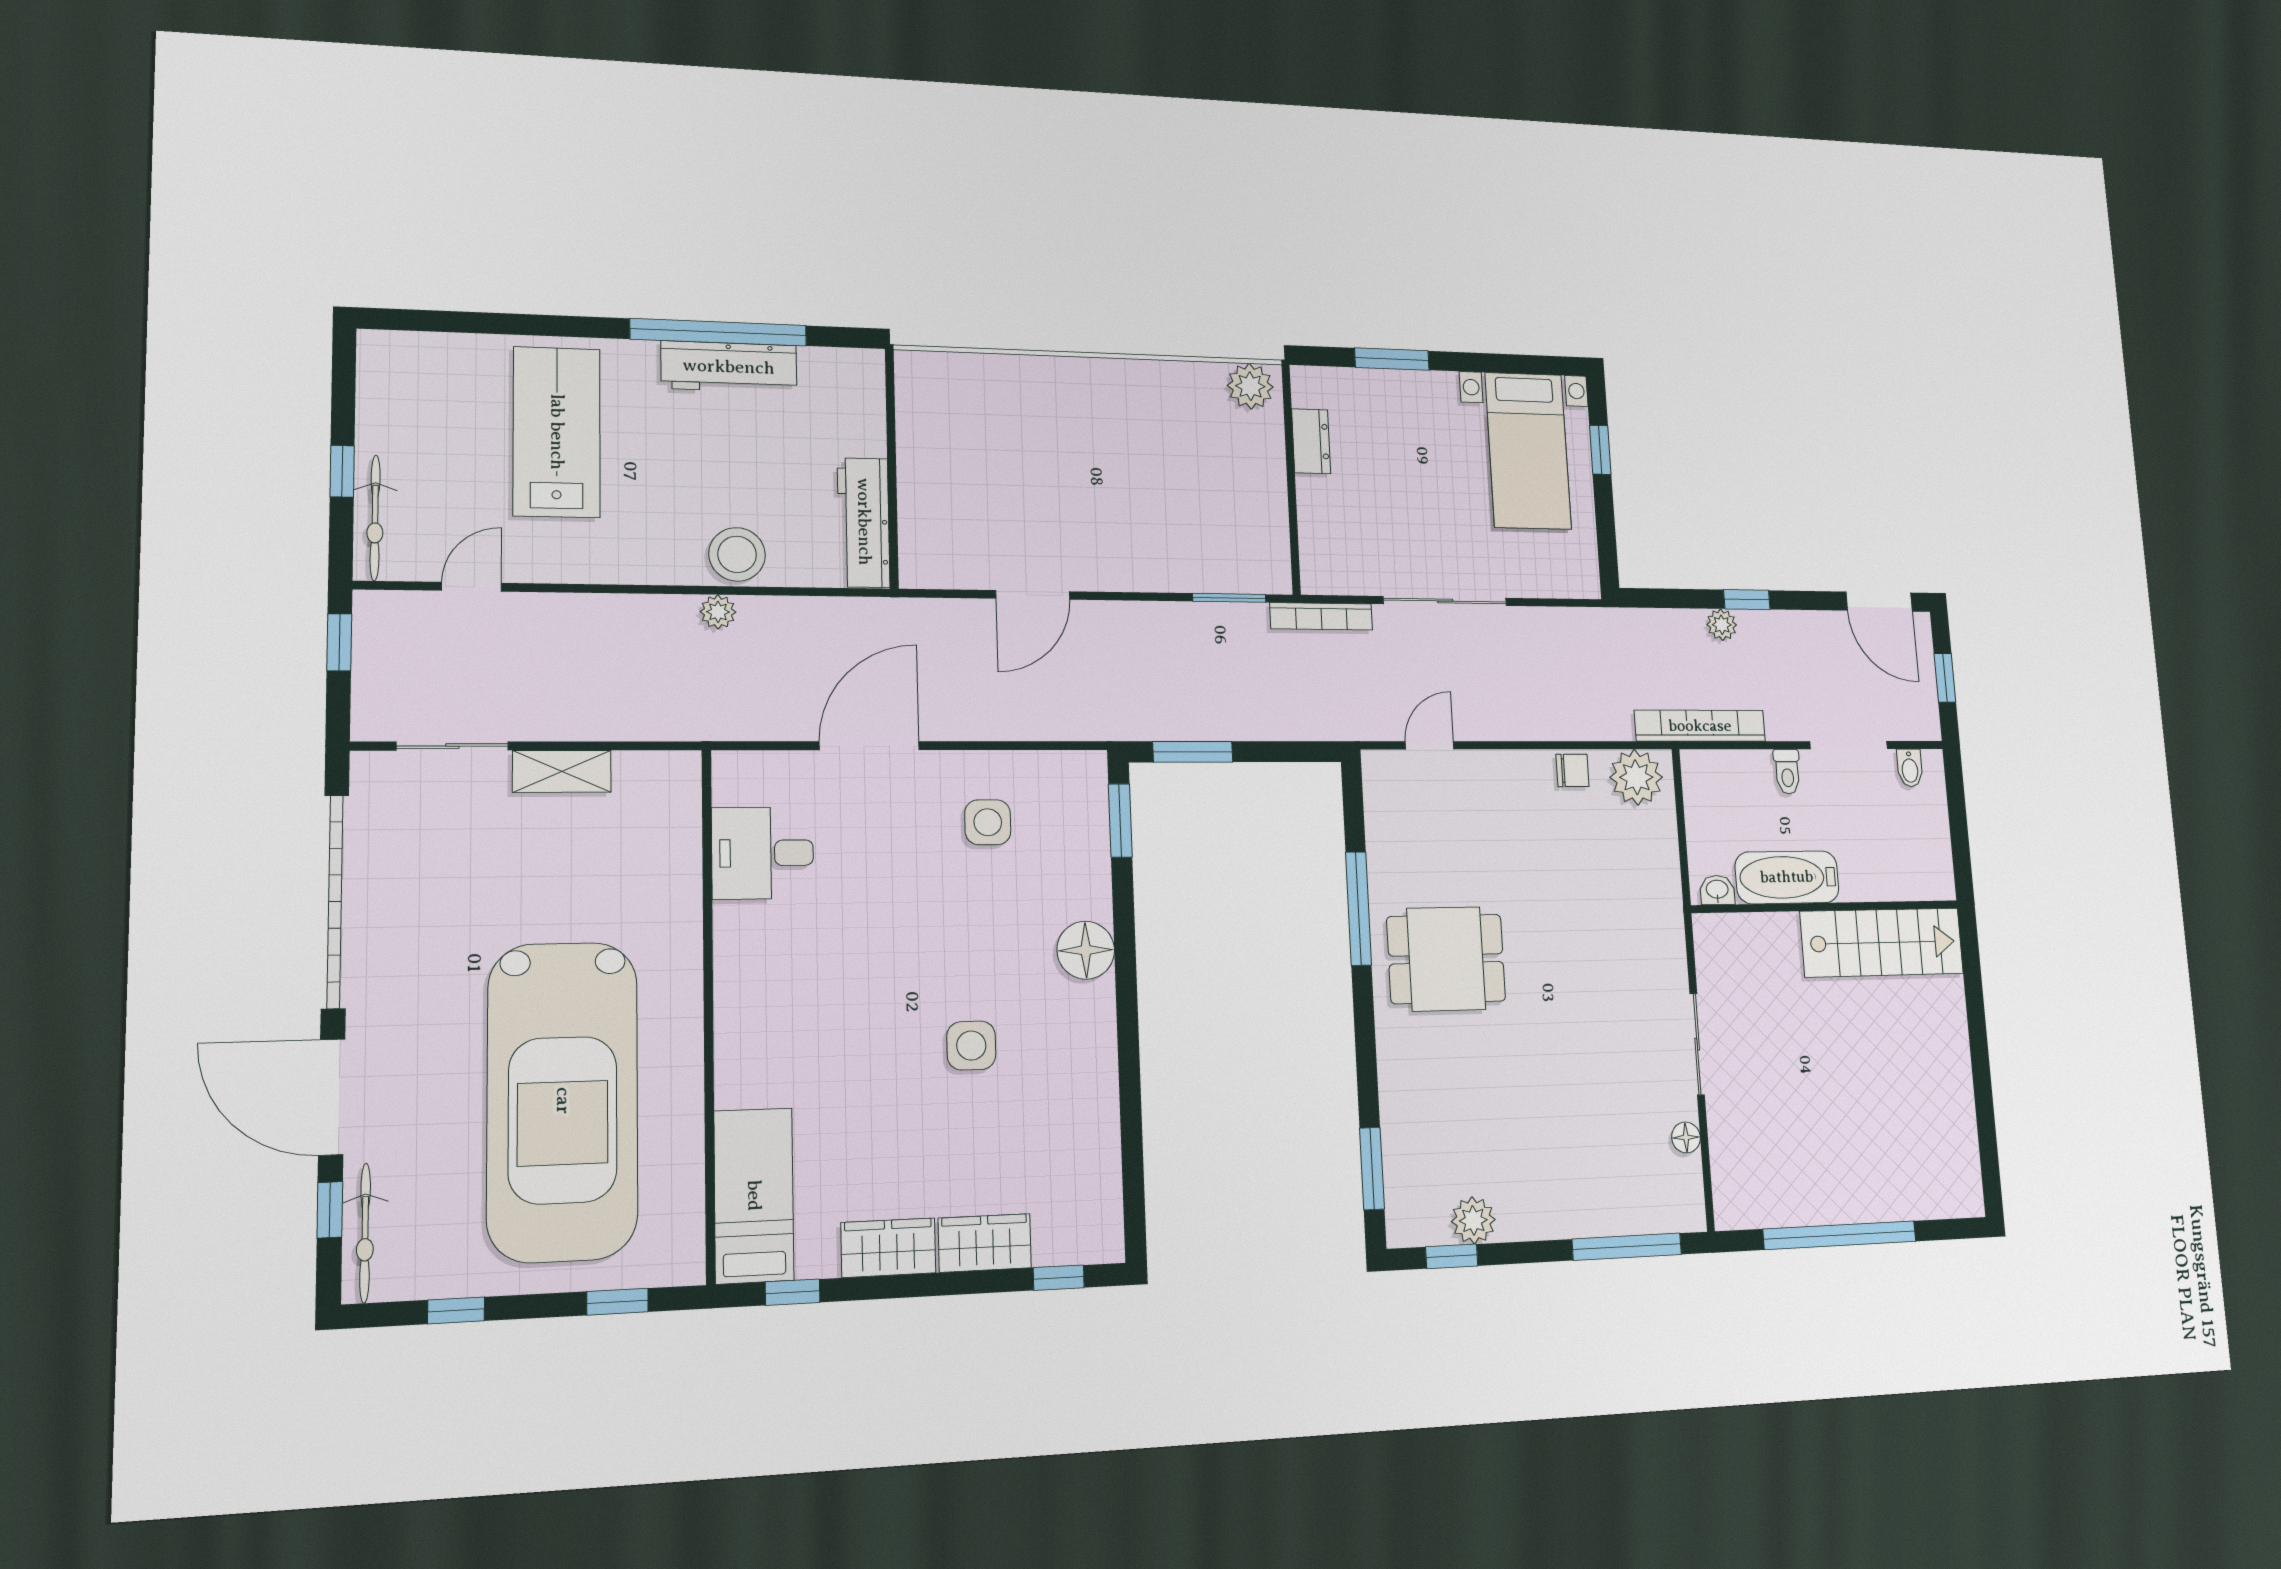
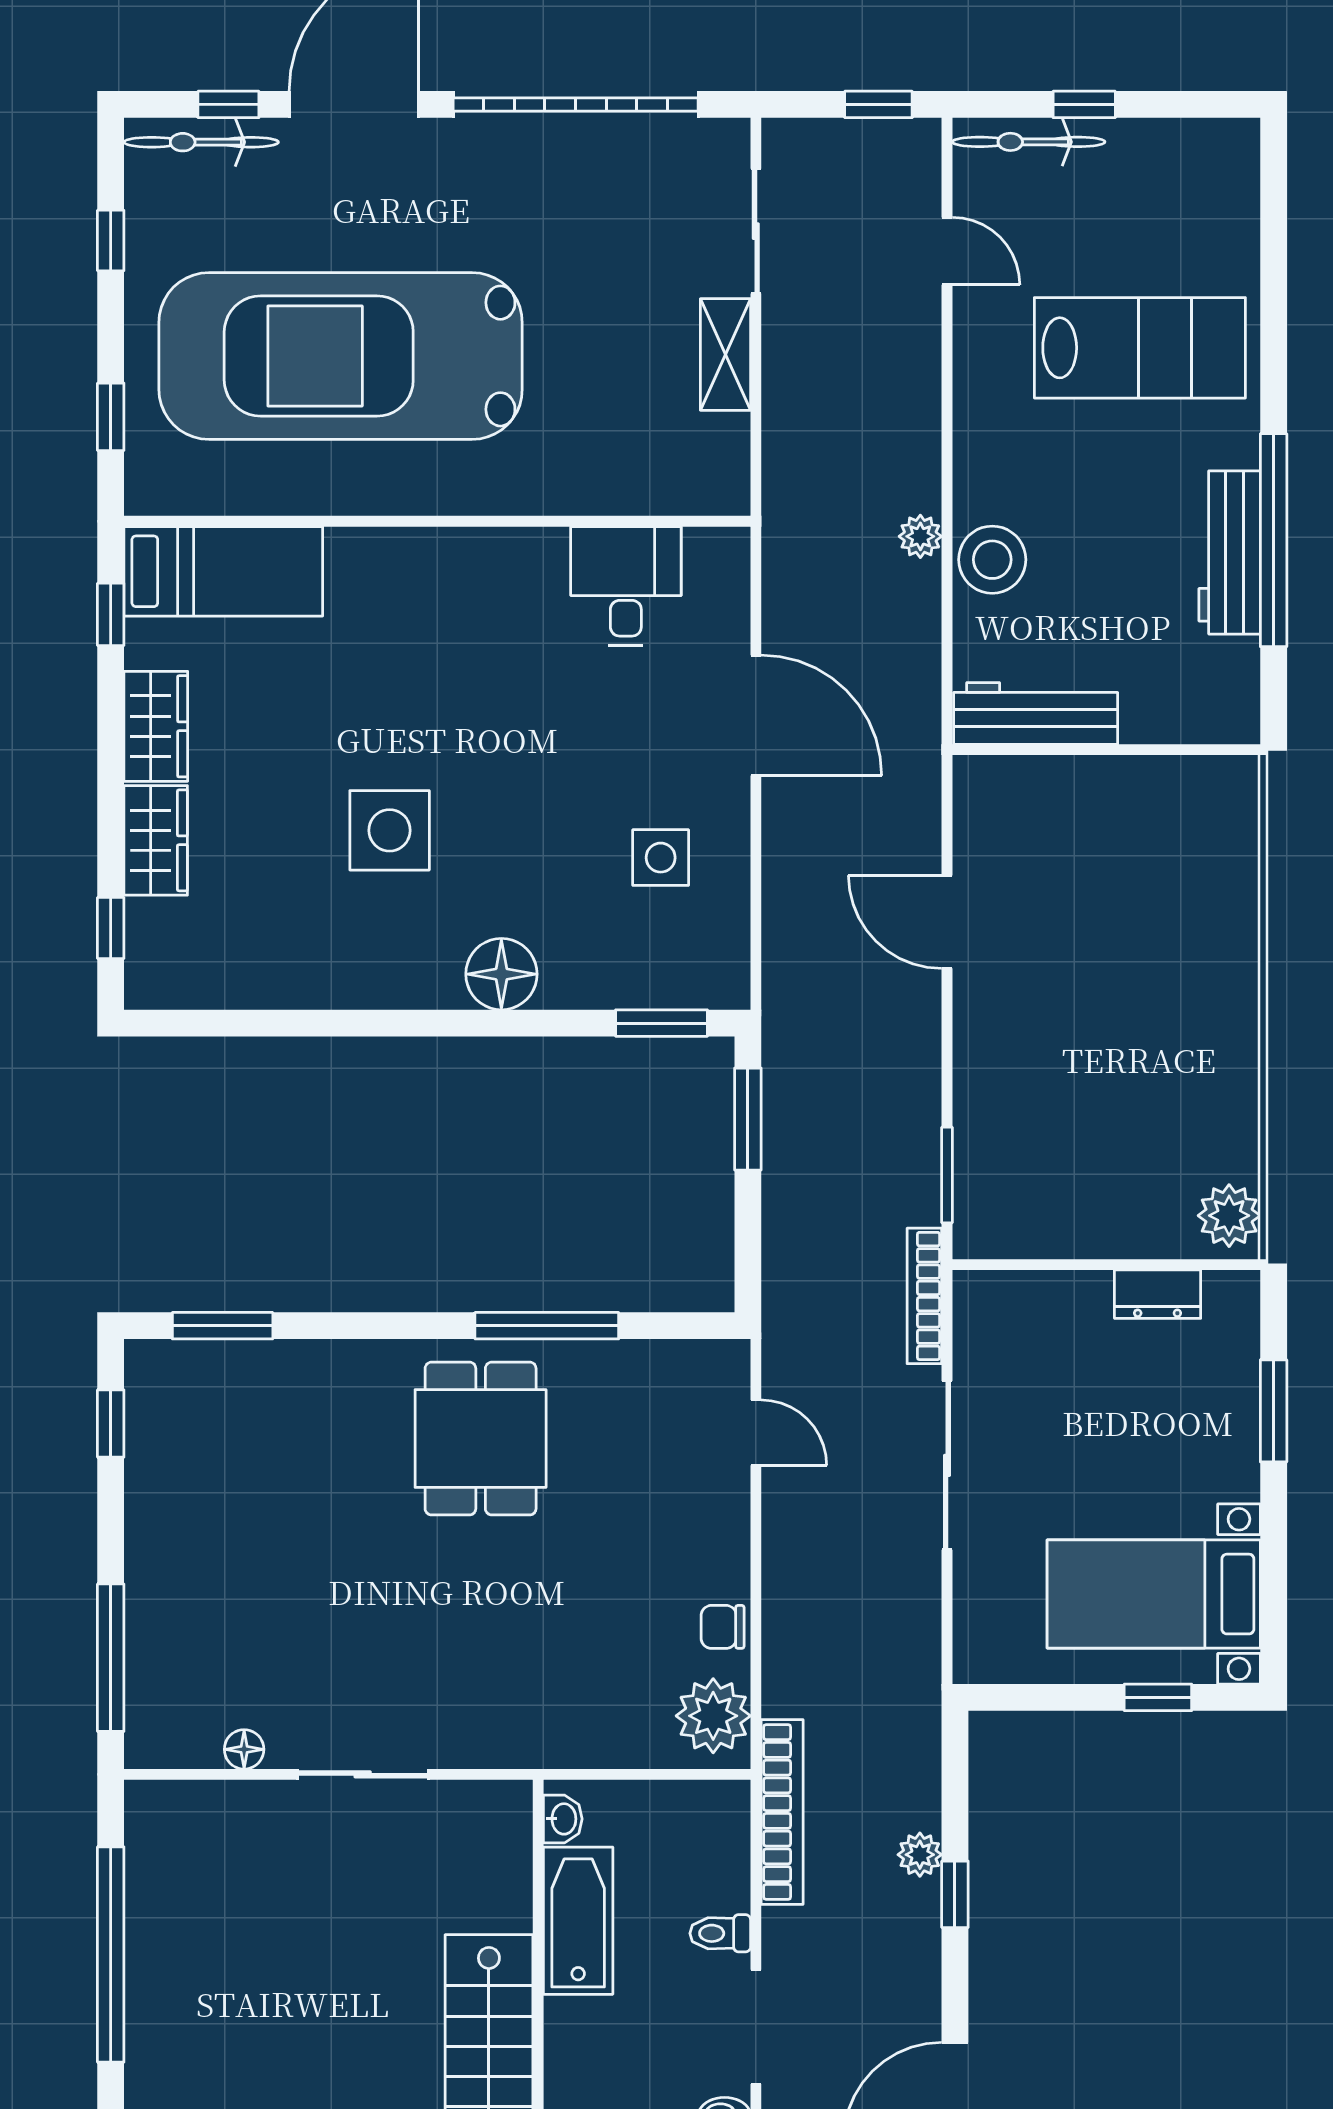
chair: (1572, 770) -> (723, 1627), turned 90
side table: (971, 1046) -> (390, 830), width x1.37, depth x1.37
plant: (1473, 1220) -> (153, 1455), removed

